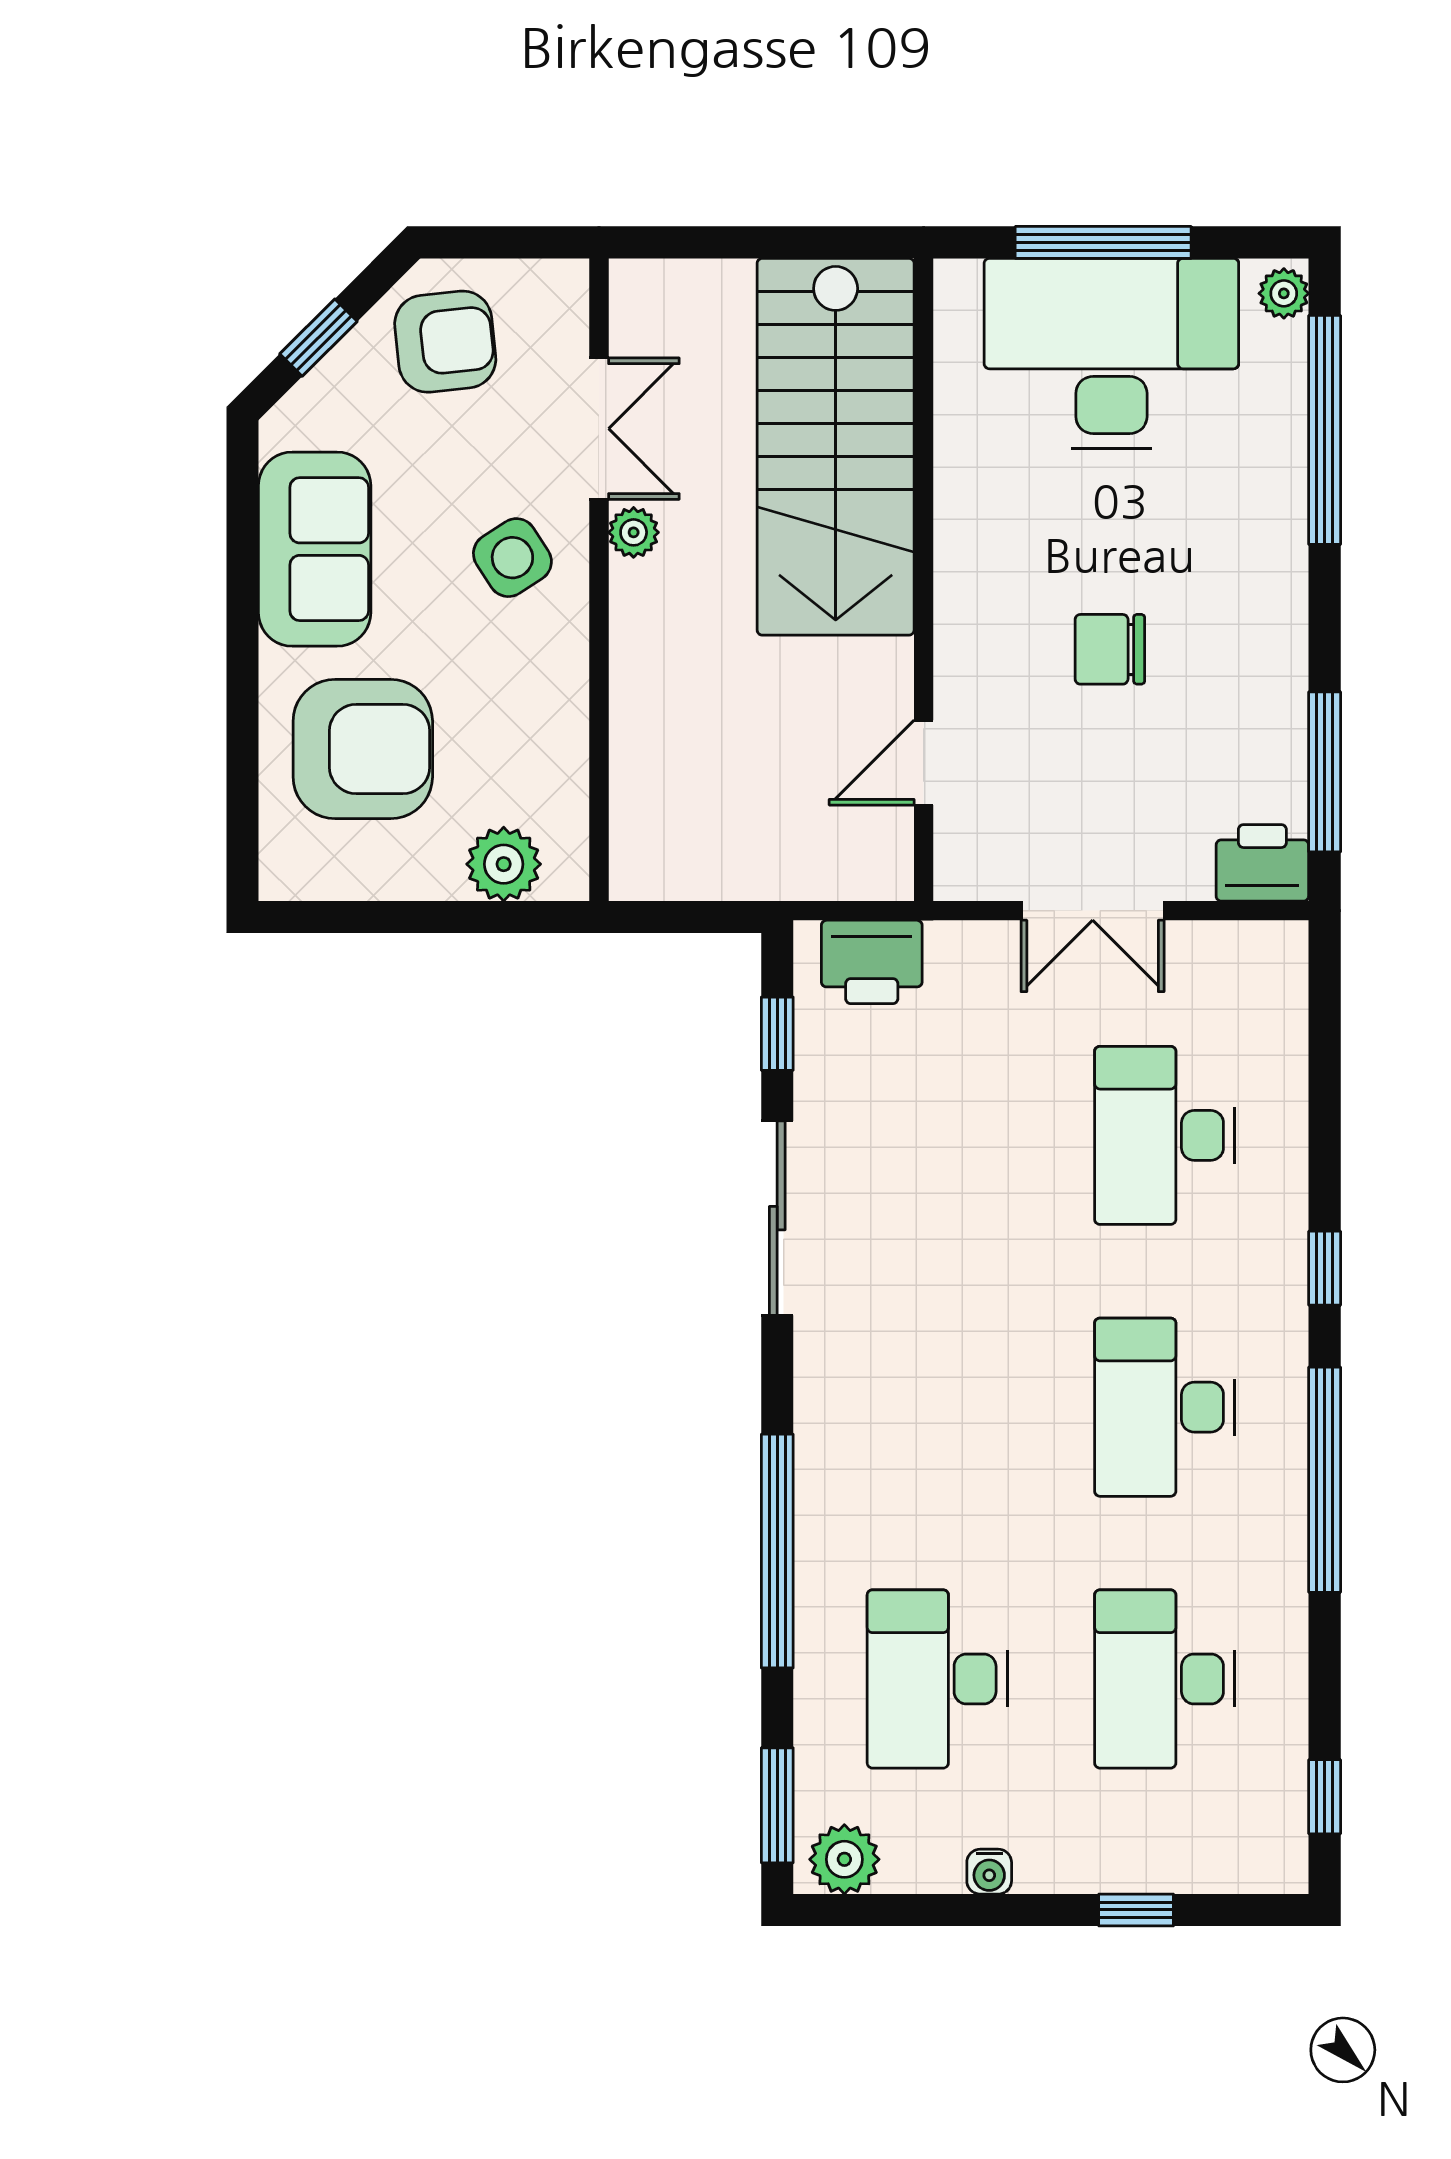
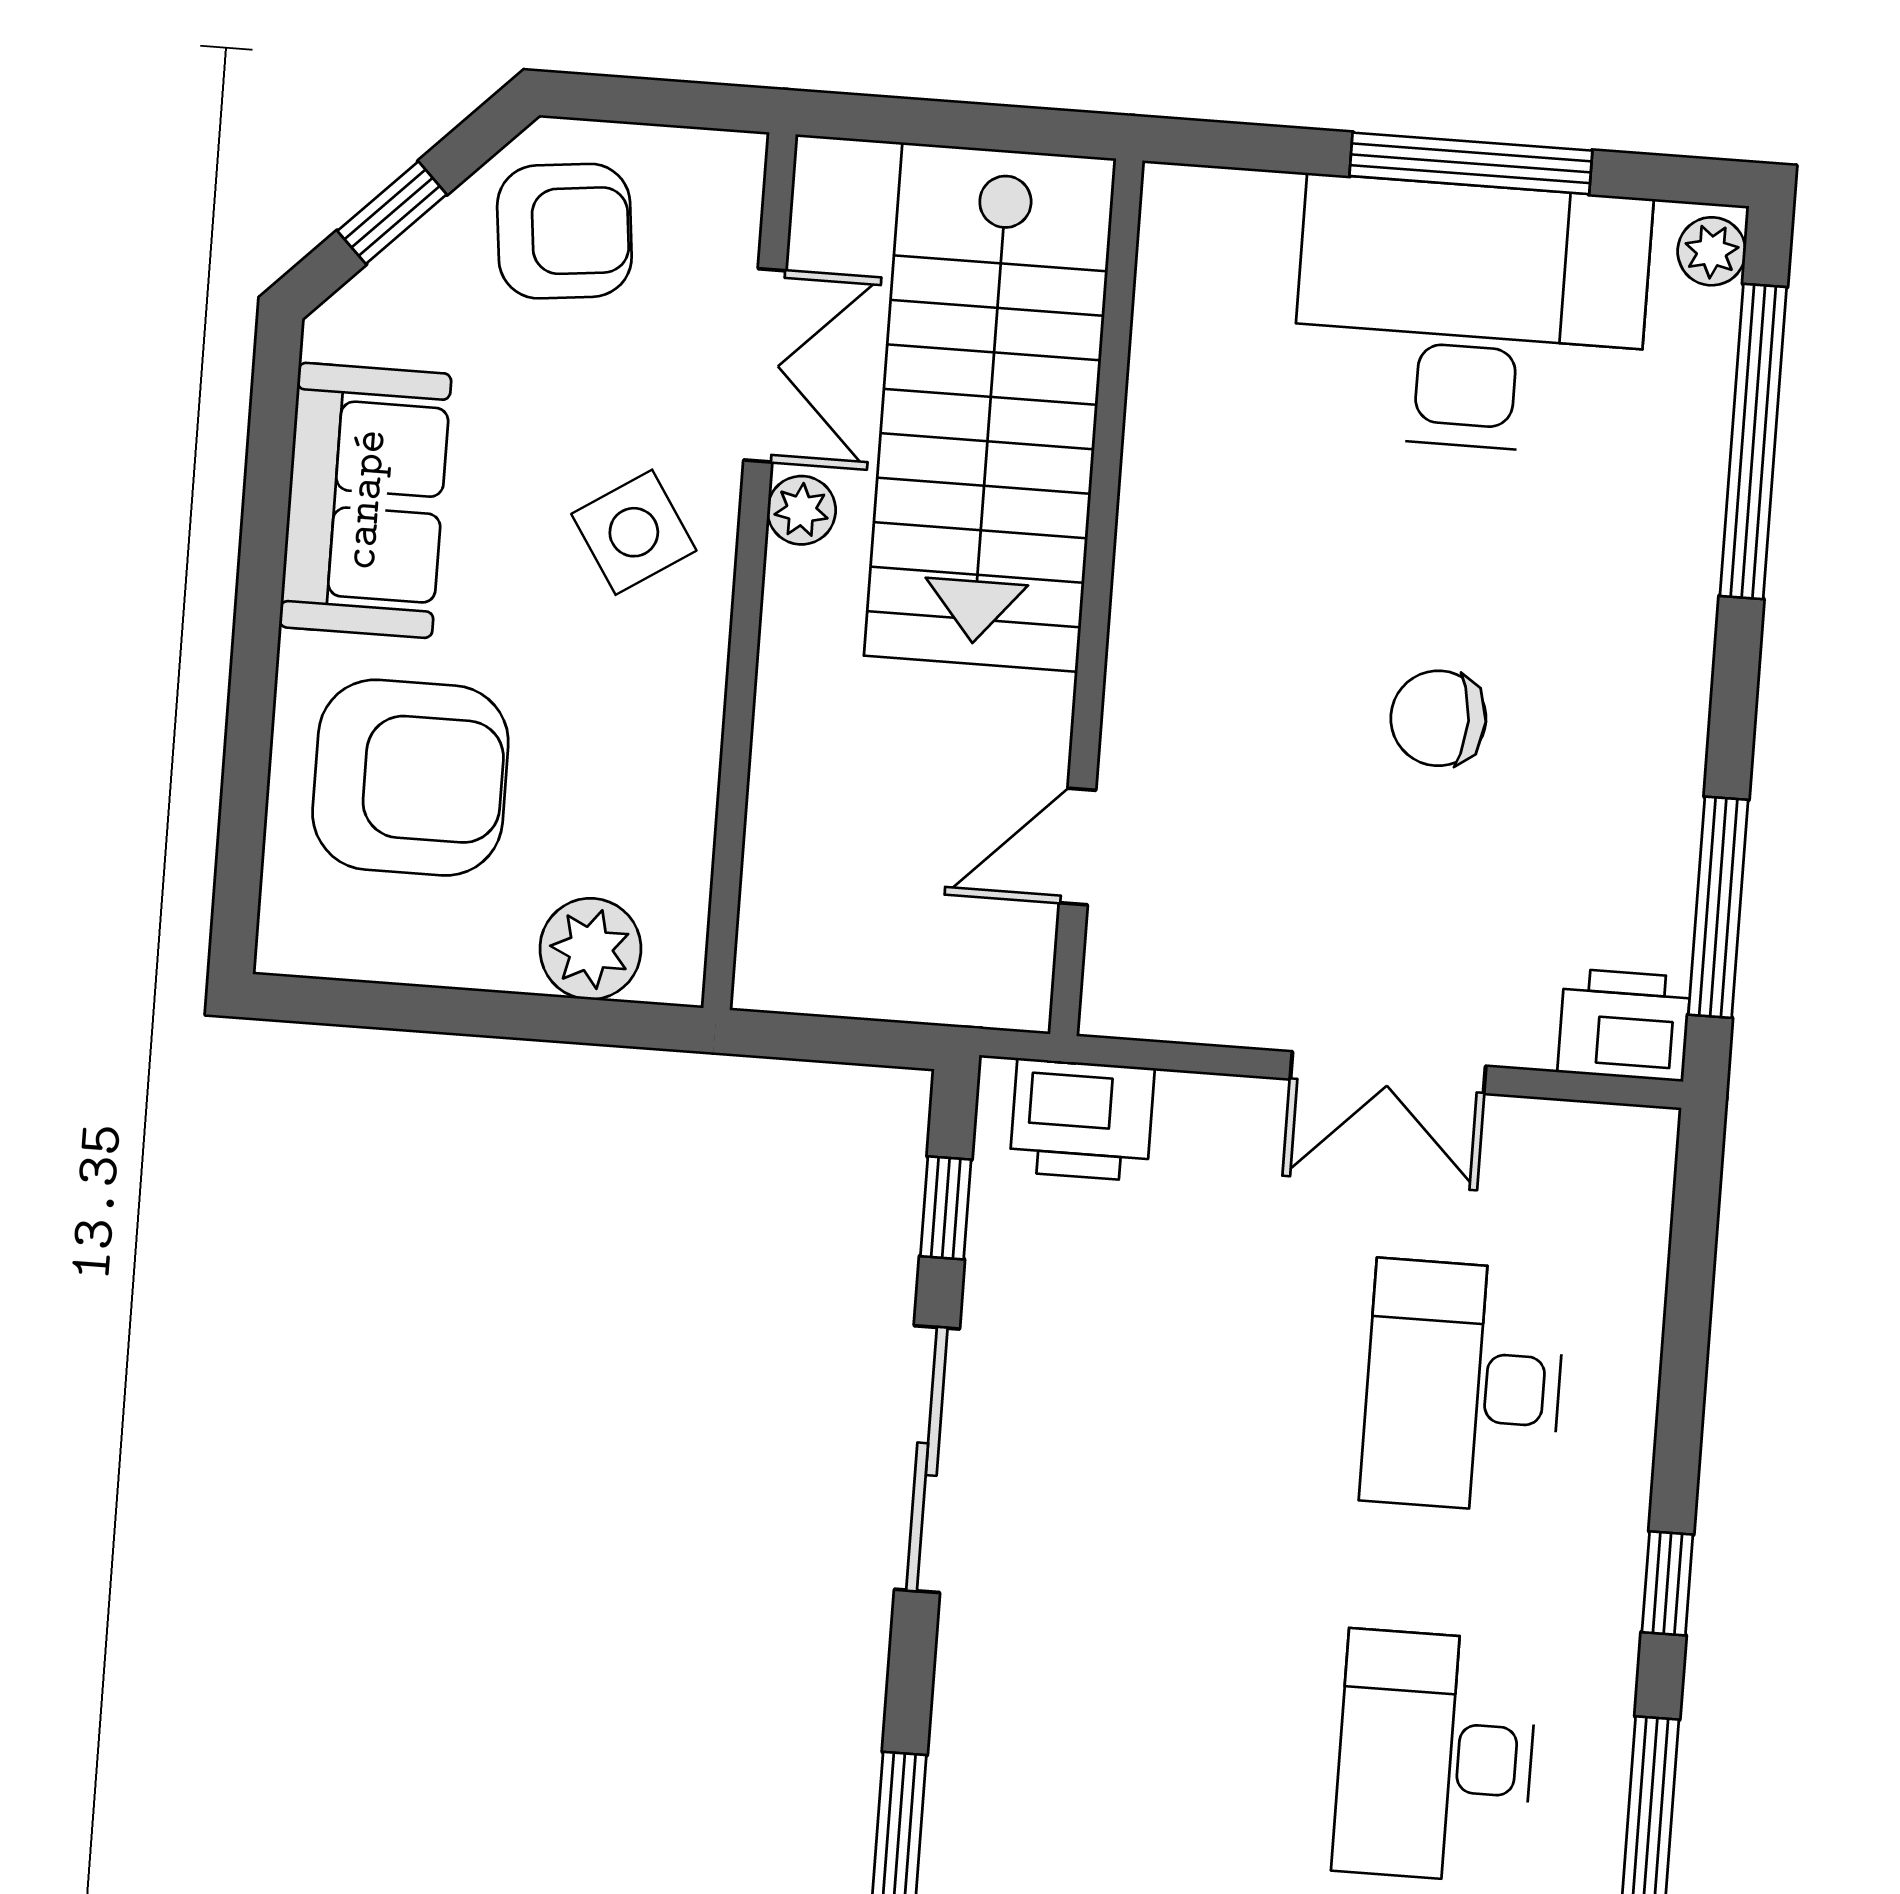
stairs: (836, 447) -> (990, 407), moved
wall: (924, 580) -> (1096, 597), moved
door: (924, 763) -> (1078, 846), moved

